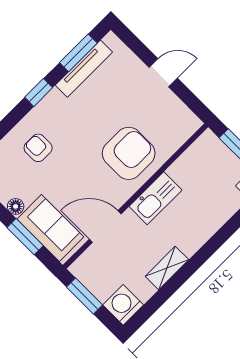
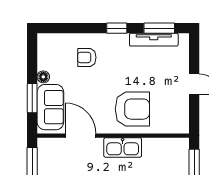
armchair: (38, 148) -> (87, 57), turned -90

